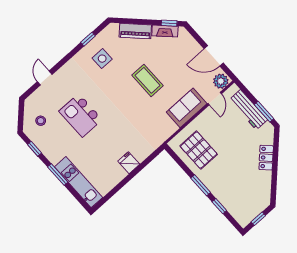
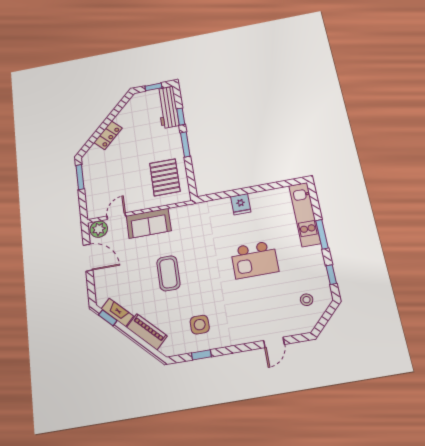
workbench: (248, 110) -> (168, 107), moved, turned 180
kitchen island: (80, 115) -> (254, 260), moved, turned 90

